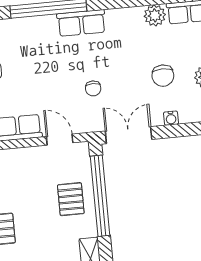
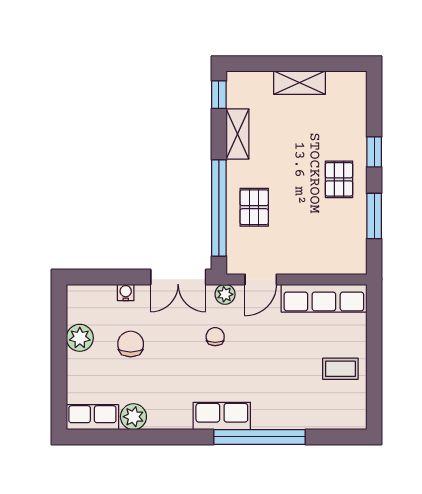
plant: (88, 124) -> (225, 294), added
door: (60, 140) -> (261, 279), hinge flipped

